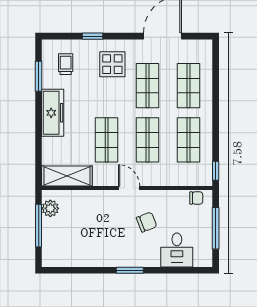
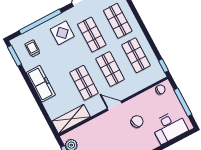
window: (93, 36) -> (40, 22), width x3.17
window: (39, 76) -> (14, 56), moved
desk: (177, 250) -> (169, 127), width x1.37

